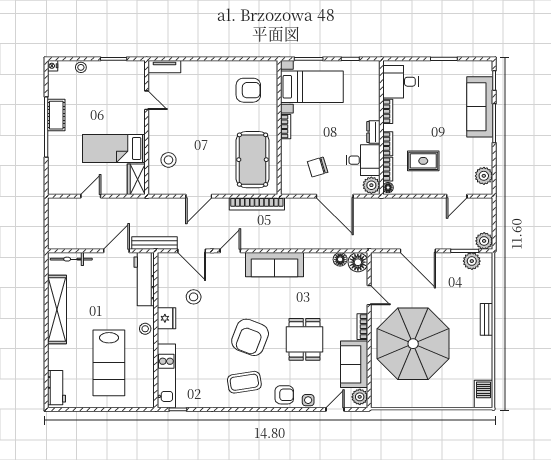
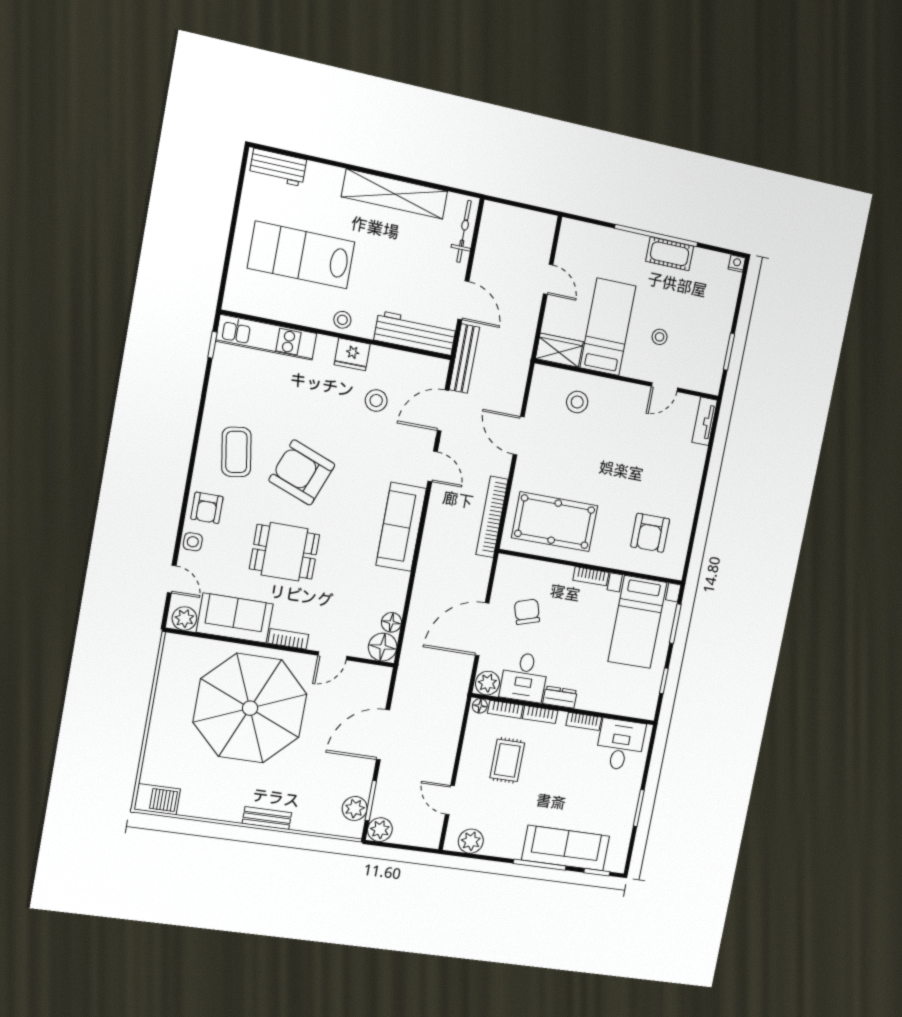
stool: (81, 67) -> (660, 337), moved

